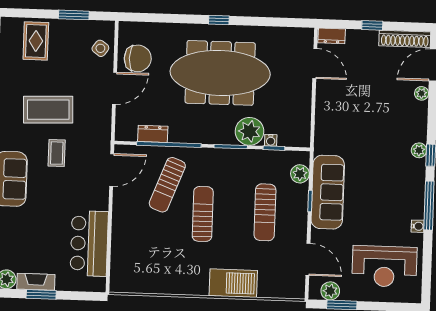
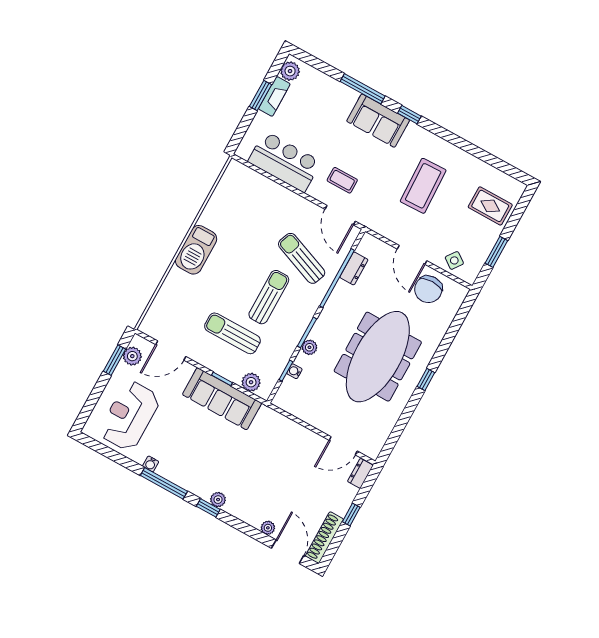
plant: (249, 131) -> (309, 347), width x0.53, depth x0.53
coffee table: (57, 153) -> (342, 180), moved
sun lounger: (203, 214) -> (269, 297), moved, turned -90
barbecue: (233, 283) -> (196, 250), moved

